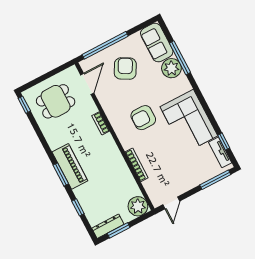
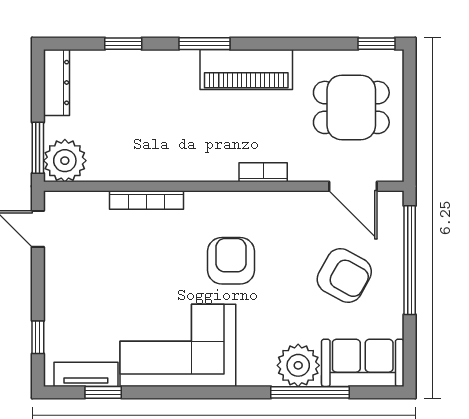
dining table: (56, 101) -> (351, 107), turned 90
piano: (70, 166) -> (246, 69), moved
window: (215, 180) -> (38, 337), width x0.46
window: (119, 230) -> (38, 148), moved

